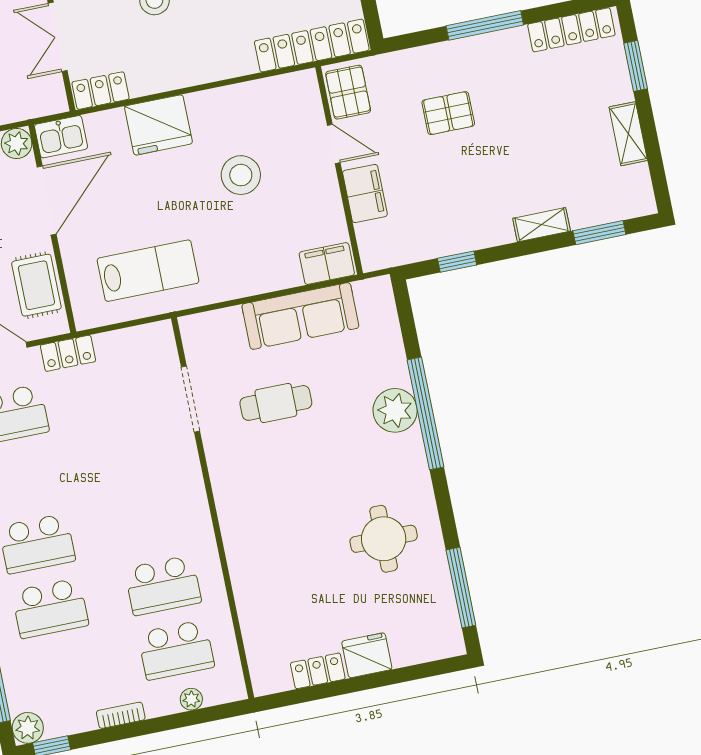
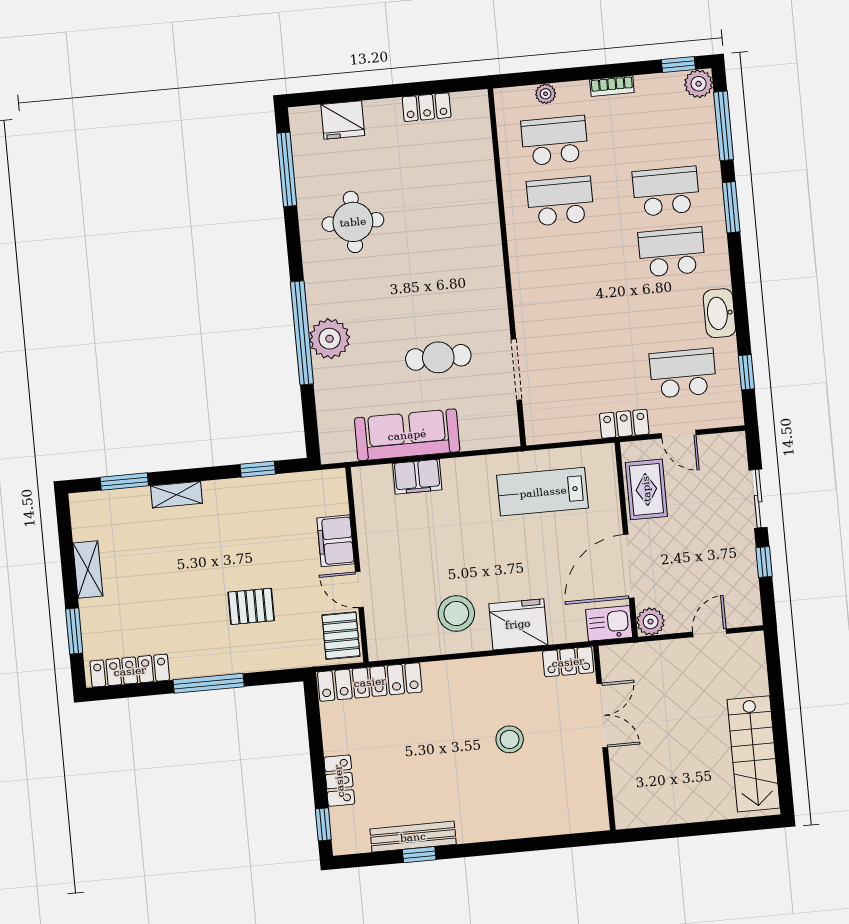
stool: (241, 175) -> (456, 613), moved
filing cabinet: (327, 264) -> (417, 477), moved
fridge: (367, 655) -> (343, 120), moved

